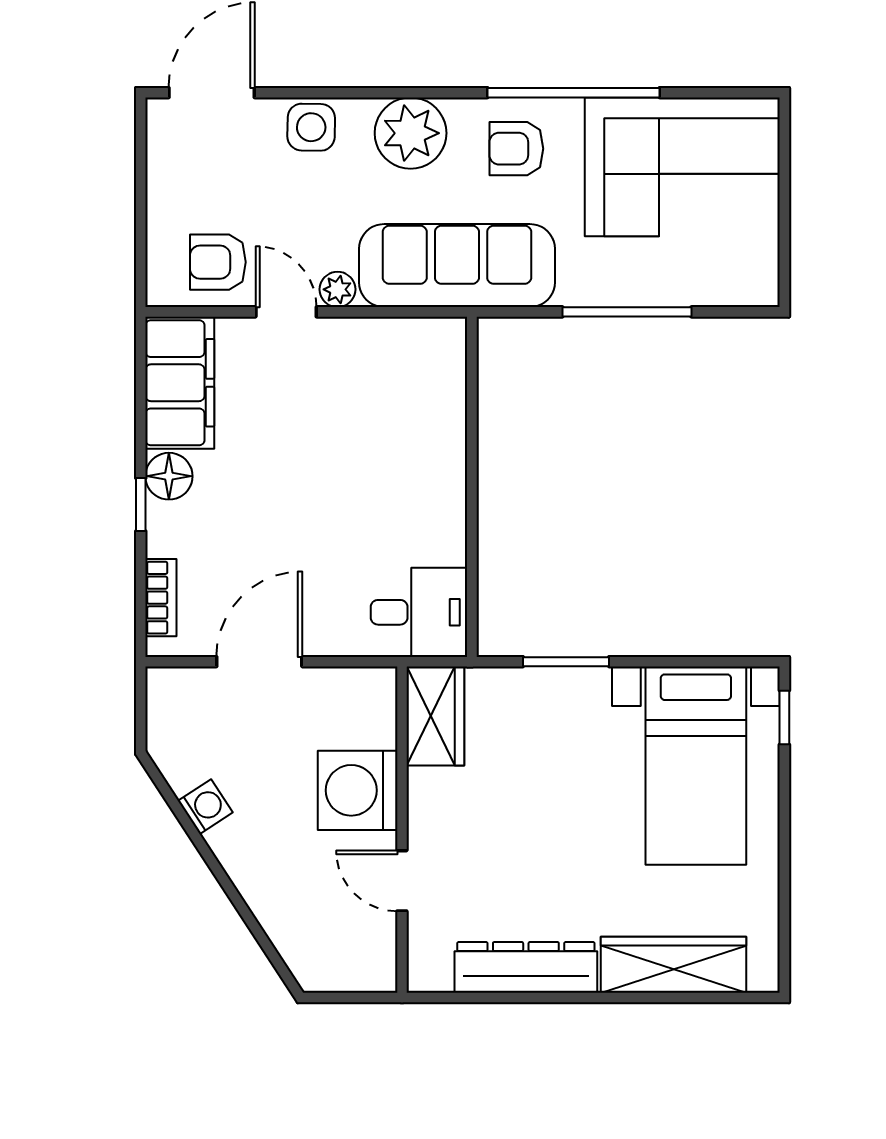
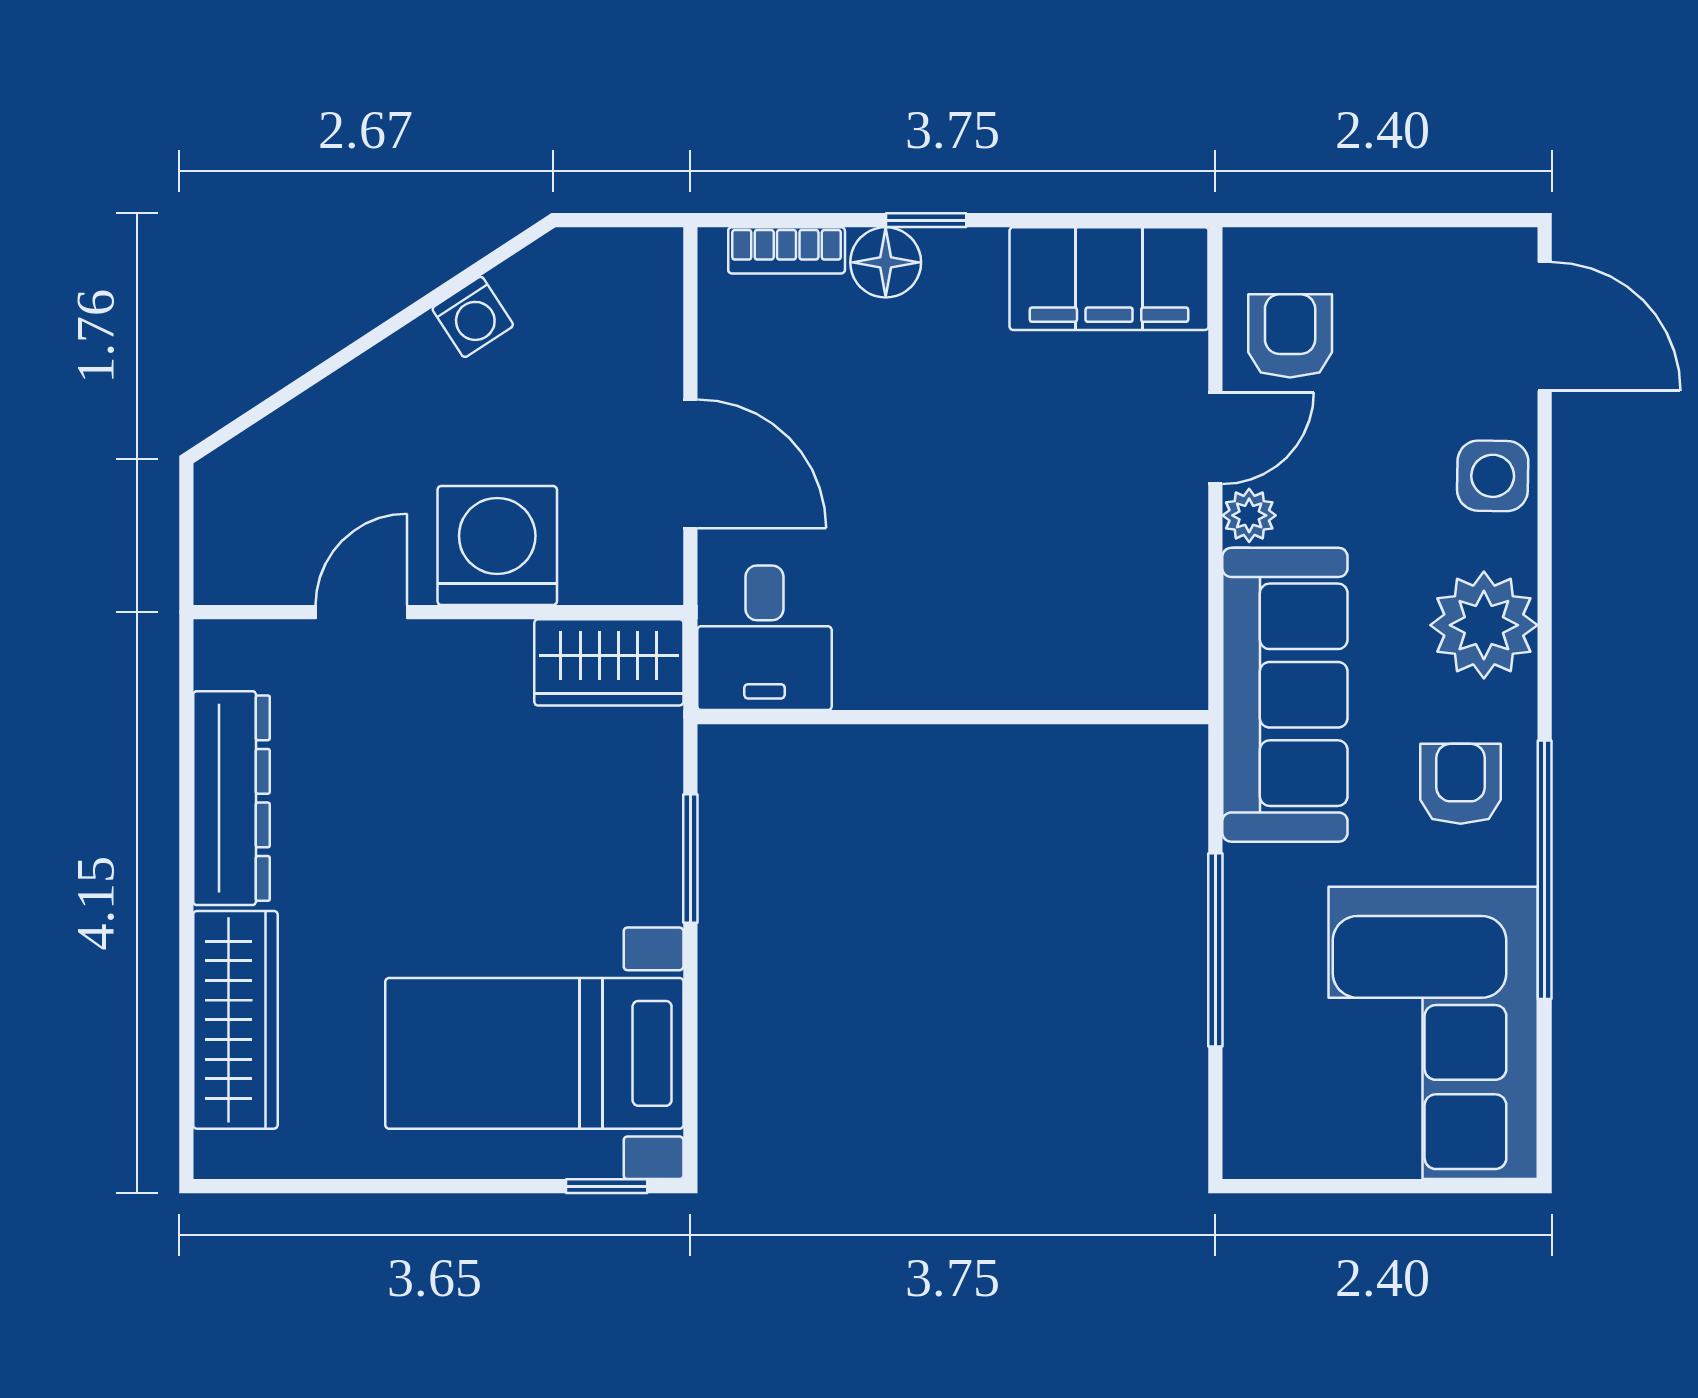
floor lamp: (169, 476) -> (886, 262), moved
door: (259, 662) -> (690, 464), moved

